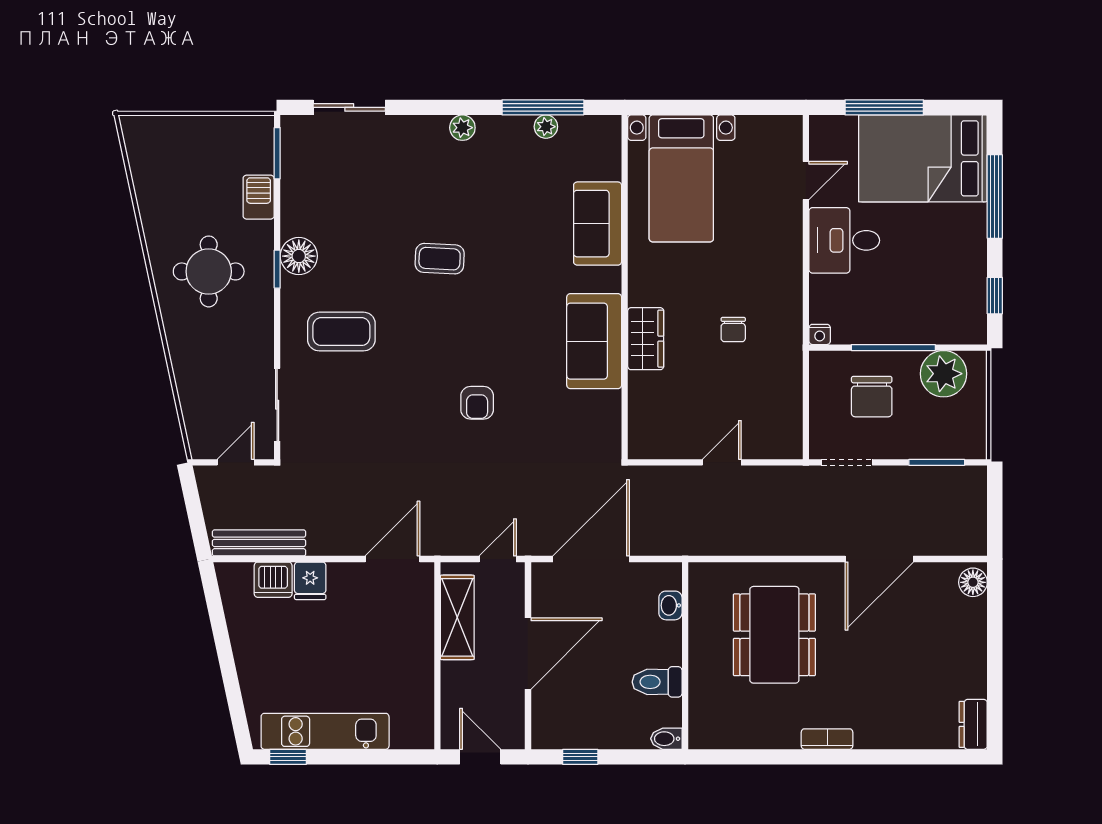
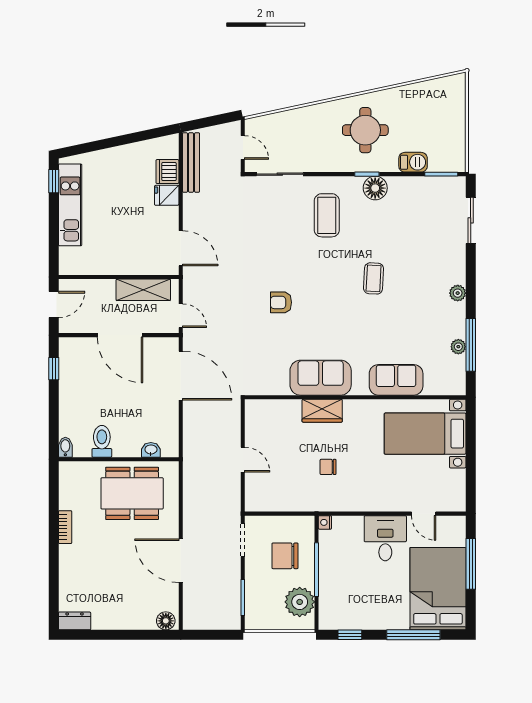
washbasin: (670, 605) -> (151, 450), moved
wall: (685, 656) -> (119, 459), moved
toilet: (657, 682) -> (102, 441), moved
bidet: (666, 739) -> (65, 447), moved

